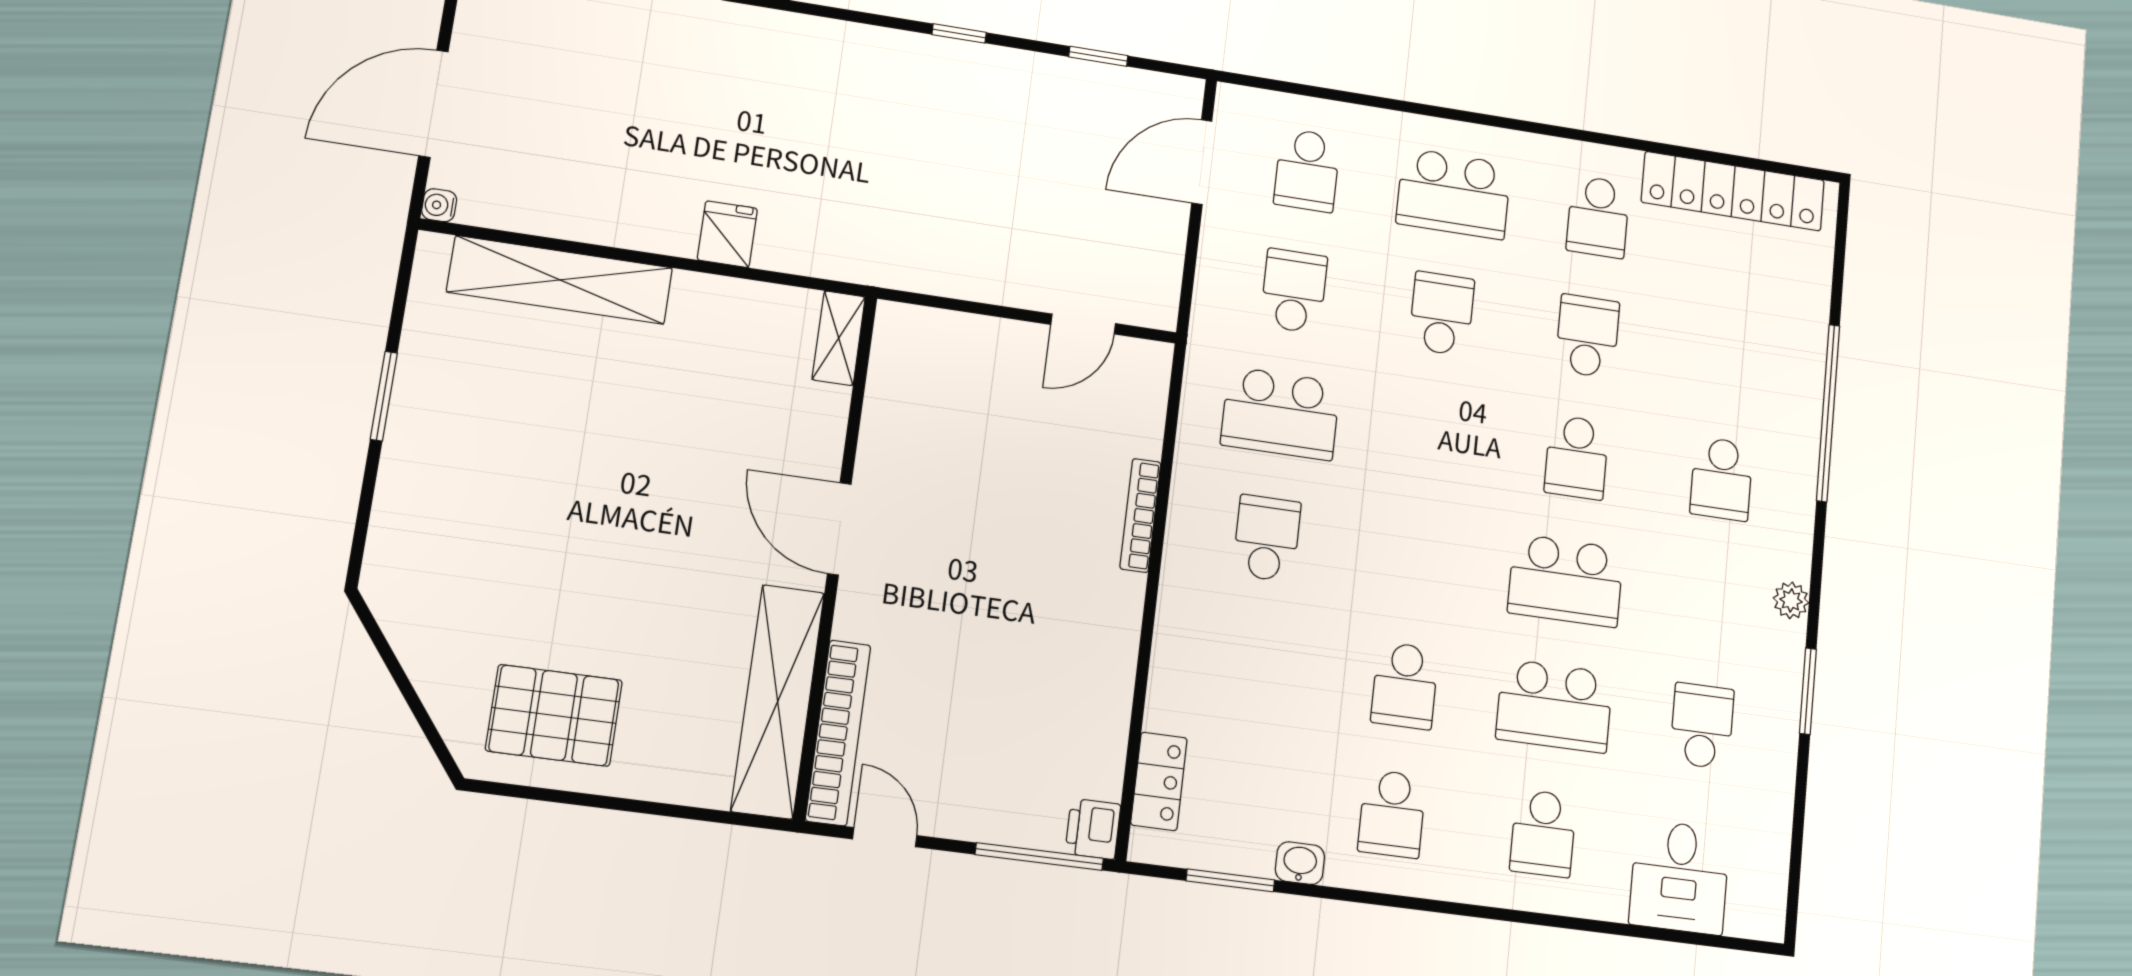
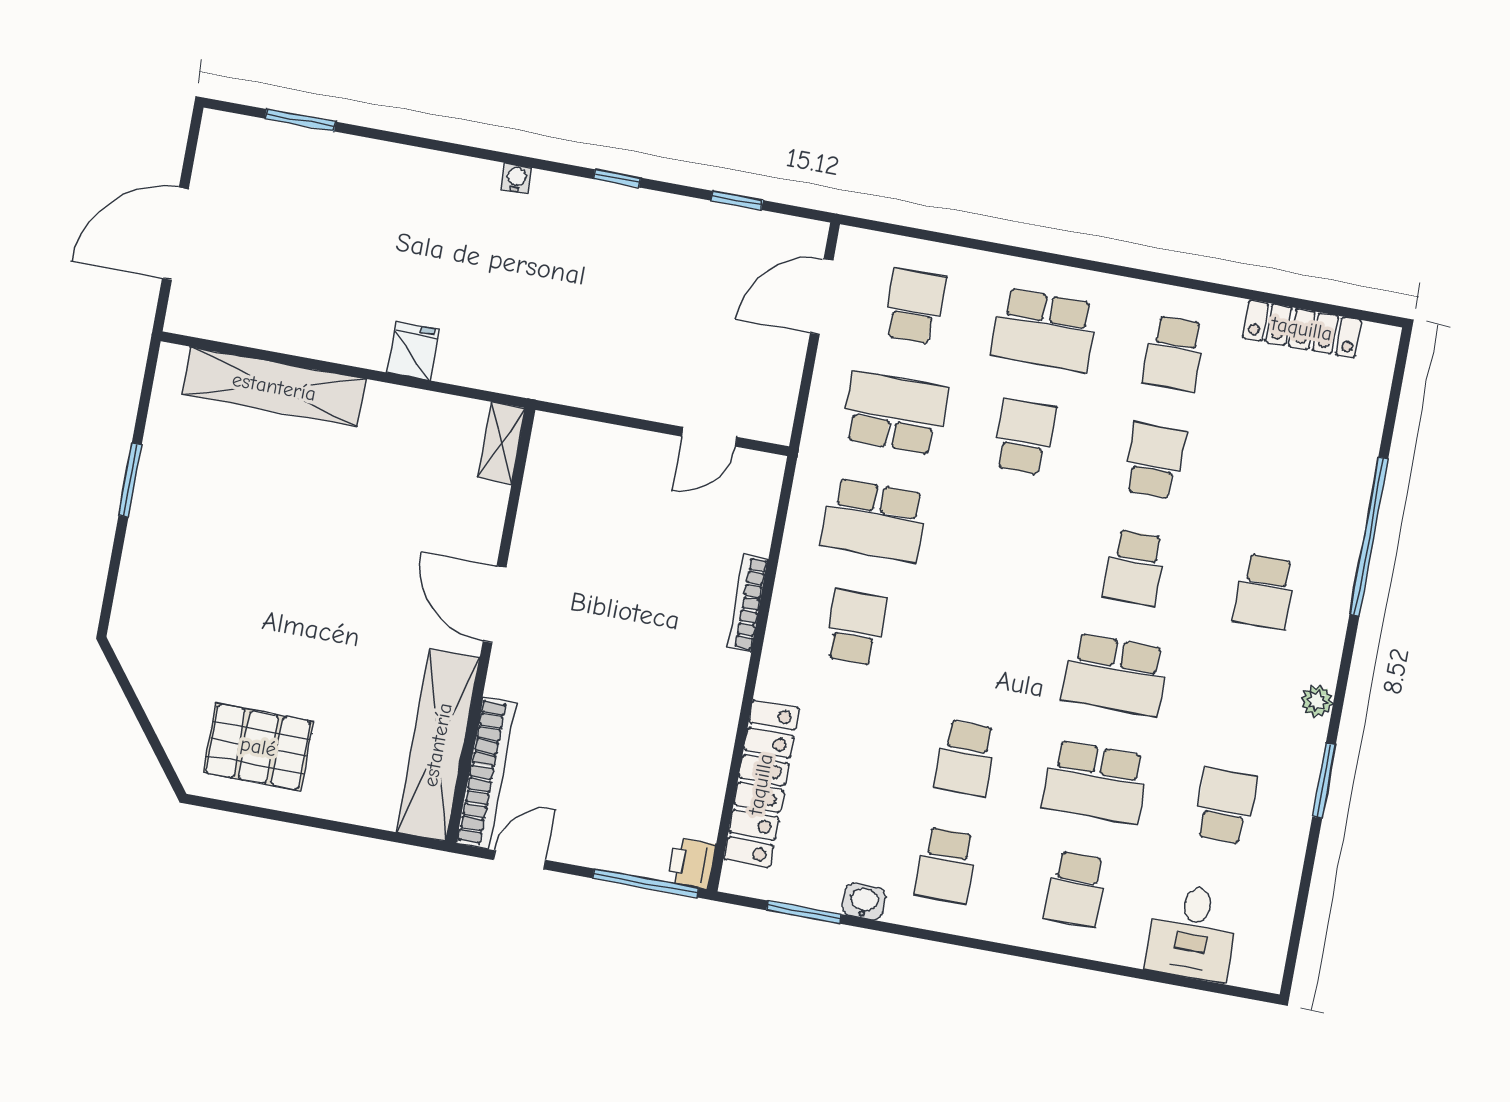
school desk: (1307, 170) -> (914, 306), turned 180
locker: (1733, 191) -> (1302, 329), width x0.71, depth x0.83
water cooler: (439, 205) -> (517, 178), moved, turned 90
school desk: (1294, 291) -> (895, 413), width x1.85
locker: (1159, 781) -> (761, 784), width x2.16, depth x1.21
door: (885, 837) -> (520, 860), hinge flipped

